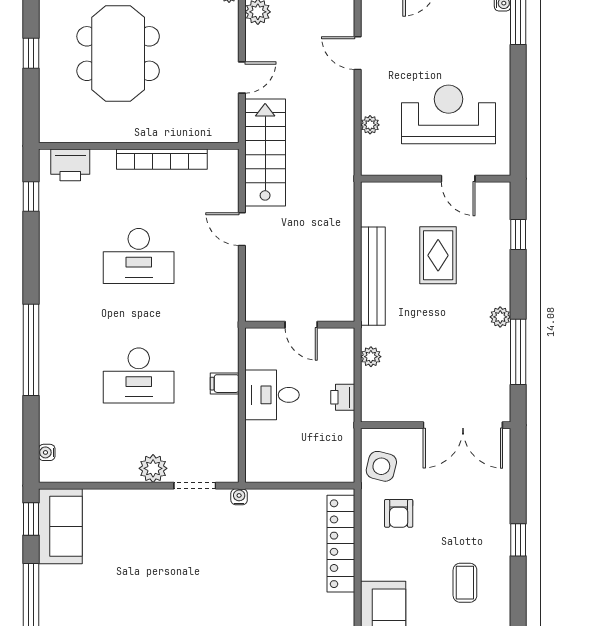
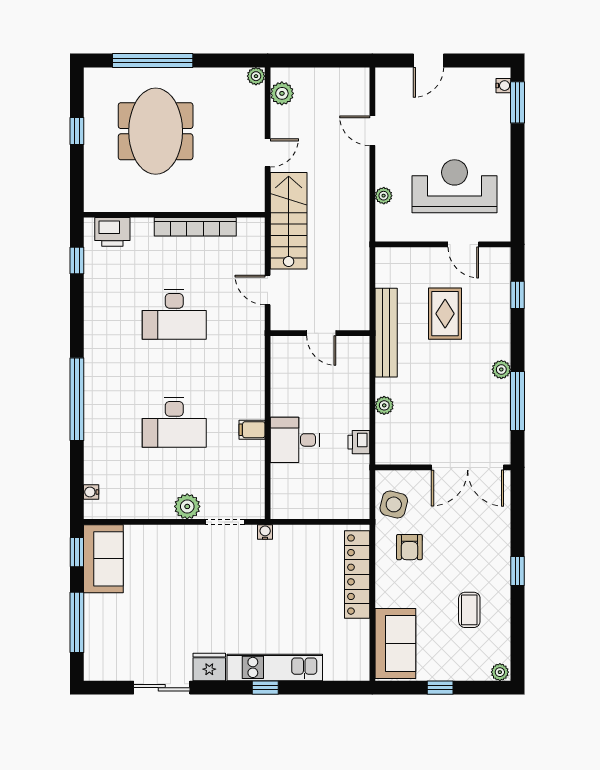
wall: (300, 325) -> (320, 333), moved
door: (301, 325) -> (321, 333), moved

